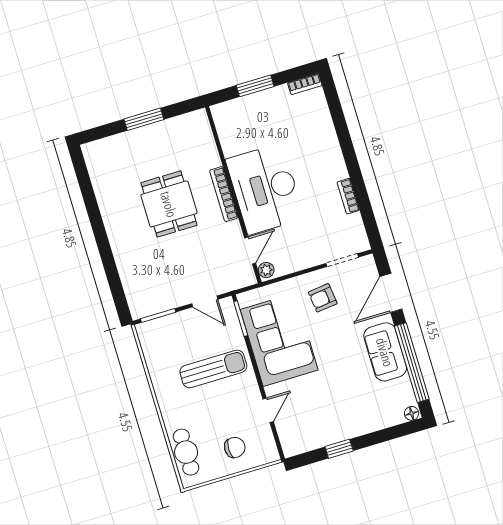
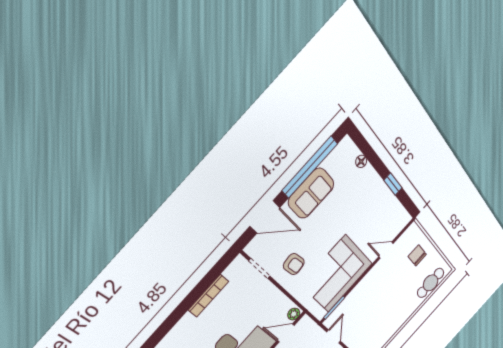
bookcase: (348, 196) -> (209, 296), width x1.56
sun lounger: (213, 369) -> (374, 302), removed
floor lamp: (412, 413) -> (361, 161), moved

